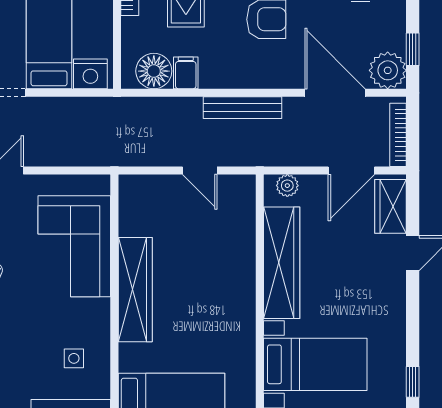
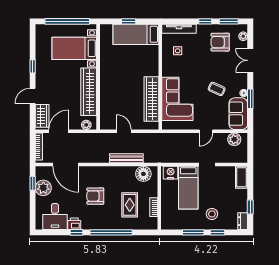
plant: (388, 70) -> (43, 188), moved
filing cabinet: (186, 73) -> (130, 173), removed
bench: (242, 108) -> (126, 158), moved
wardrobe: (135, 290) -> (151, 99), moved
window: (413, 382) -> (33, 66), moved

